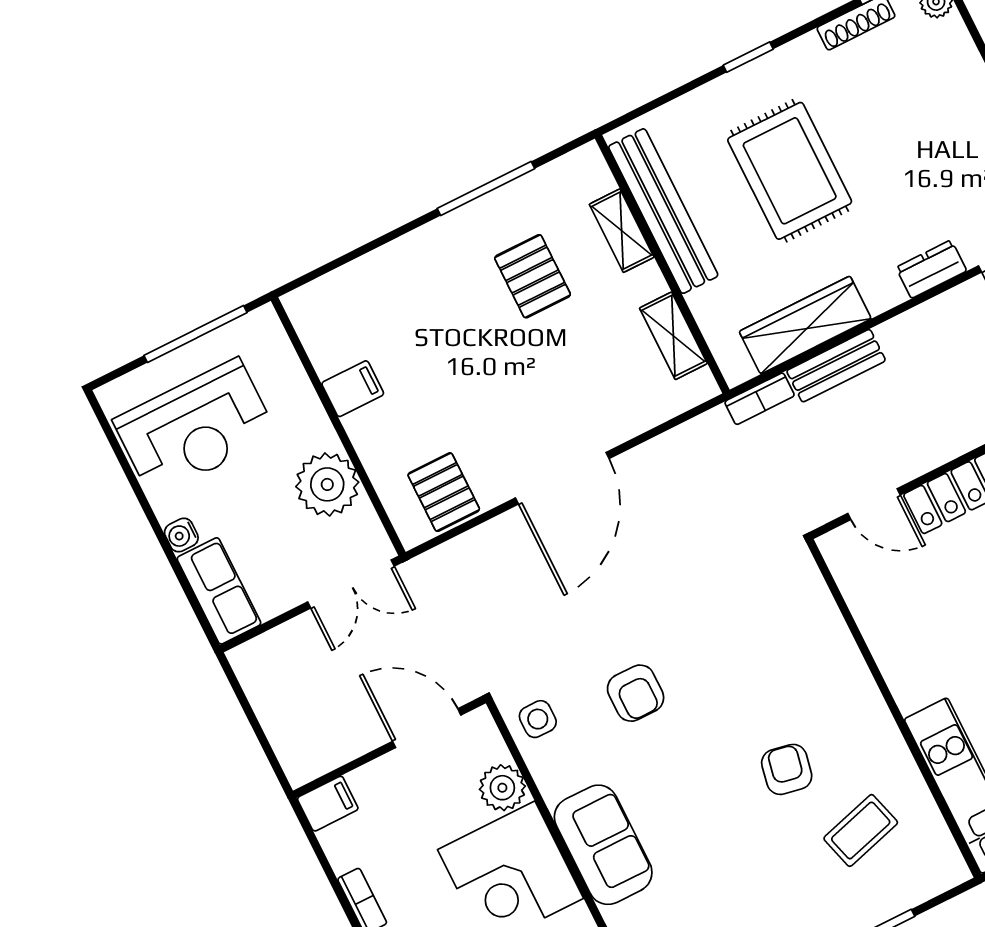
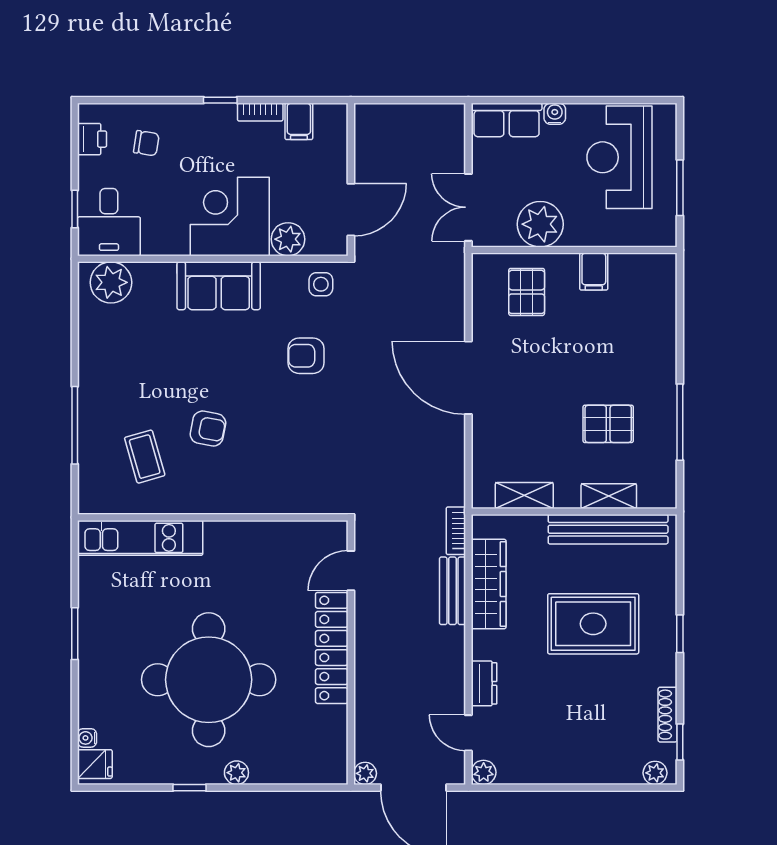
window: (195, 334) -> (680, 188), width x0.69
pallet: (444, 492) -> (527, 292), moved, turned 90
filing cabinet: (328, 804) -> (299, 121), moved

